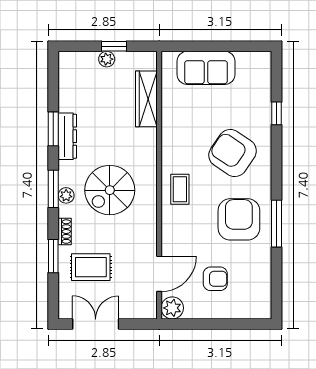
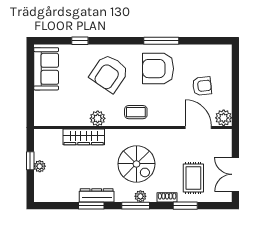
sofa: (206, 68) -> (46, 69), moved
wardrobe: (146, 99) -> (84, 137), moved
plant: (171, 137) -> (98, 118), added
armchair: (215, 279) -> (202, 86), turned 84

